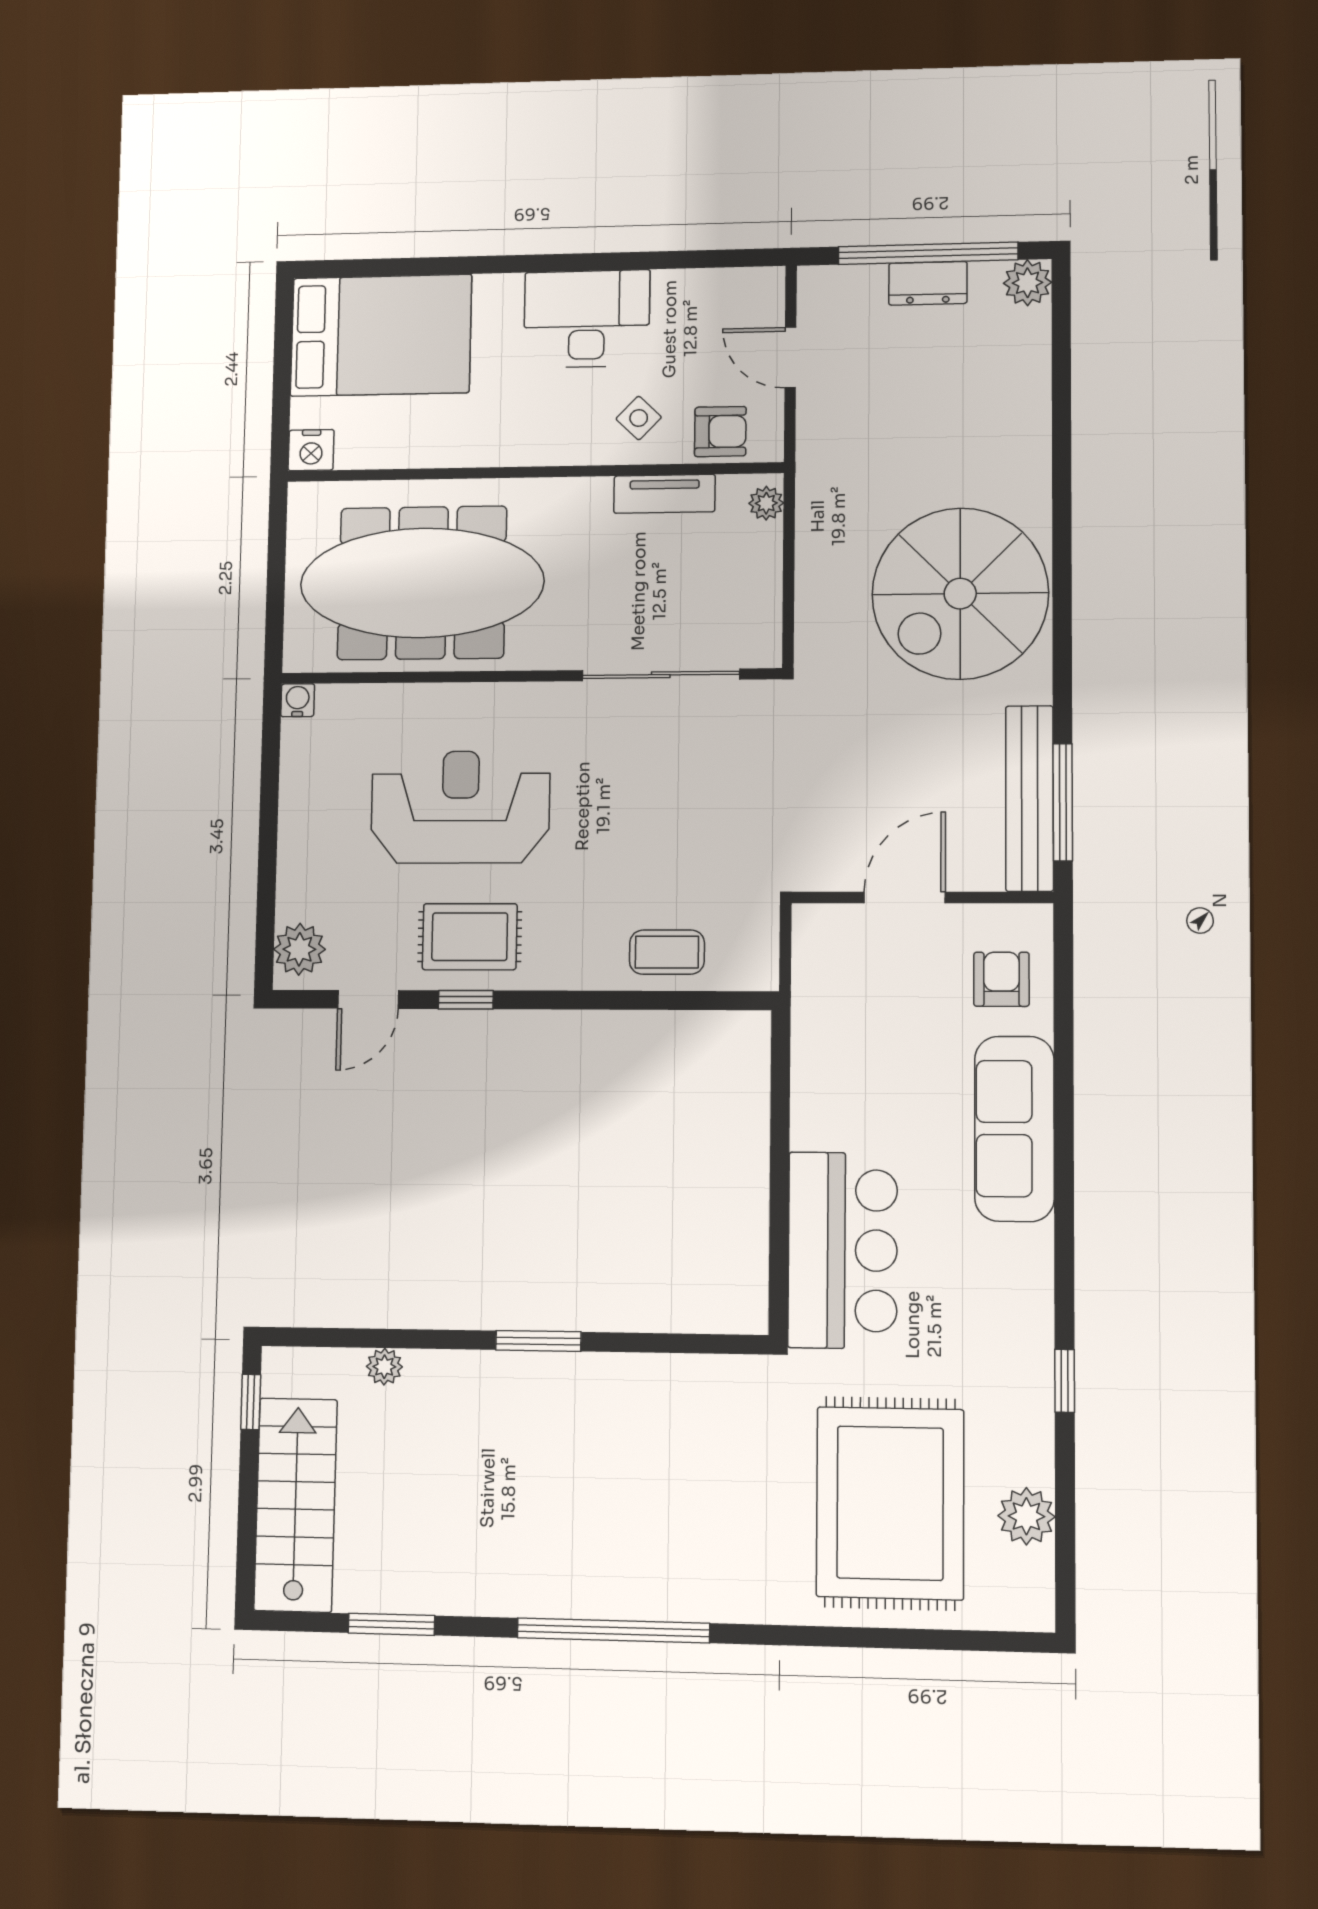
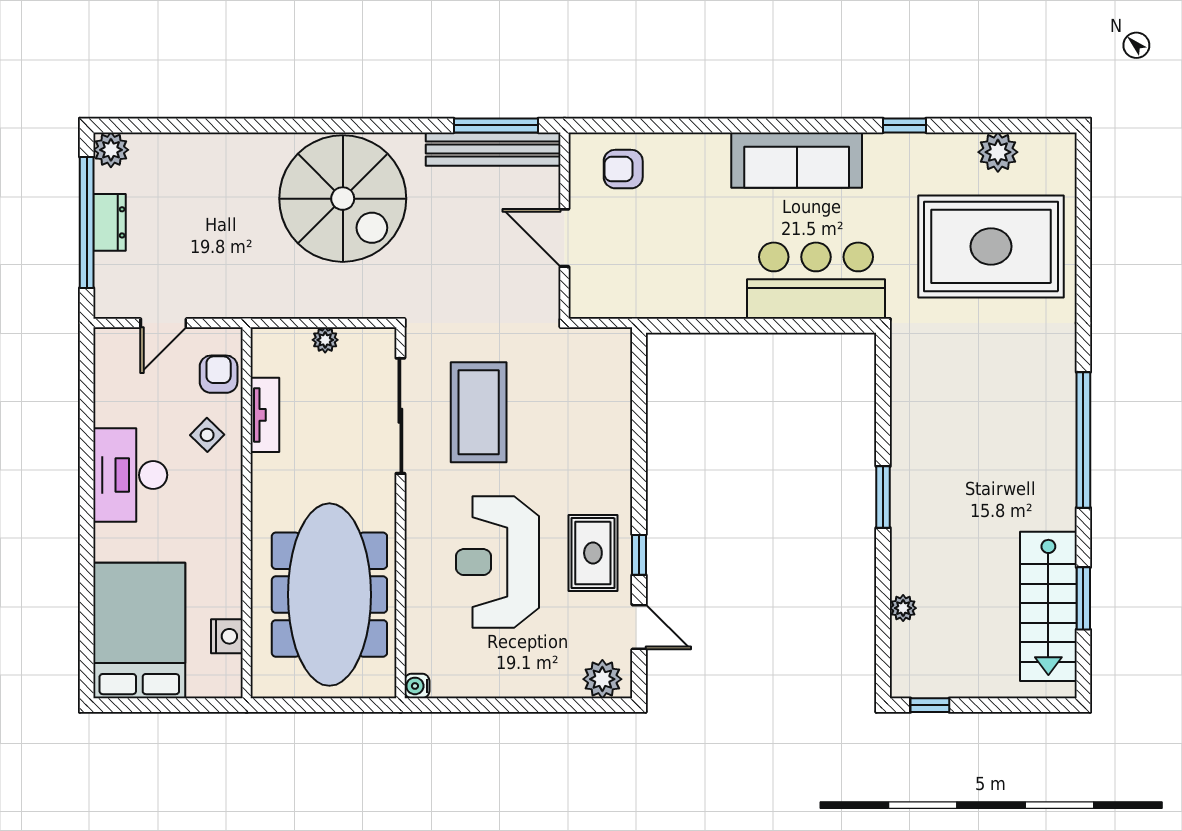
nightstand: (311, 450) -> (227, 636), moved
plant: (766, 503) -> (325, 340), moved
coffee table: (667, 952) -> (479, 412), moved, width x1.86, depth x1.72
sofa: (1014, 1129) -> (797, 160), moved
stairs: (296, 1505) -> (1048, 606), moved, turned -90

